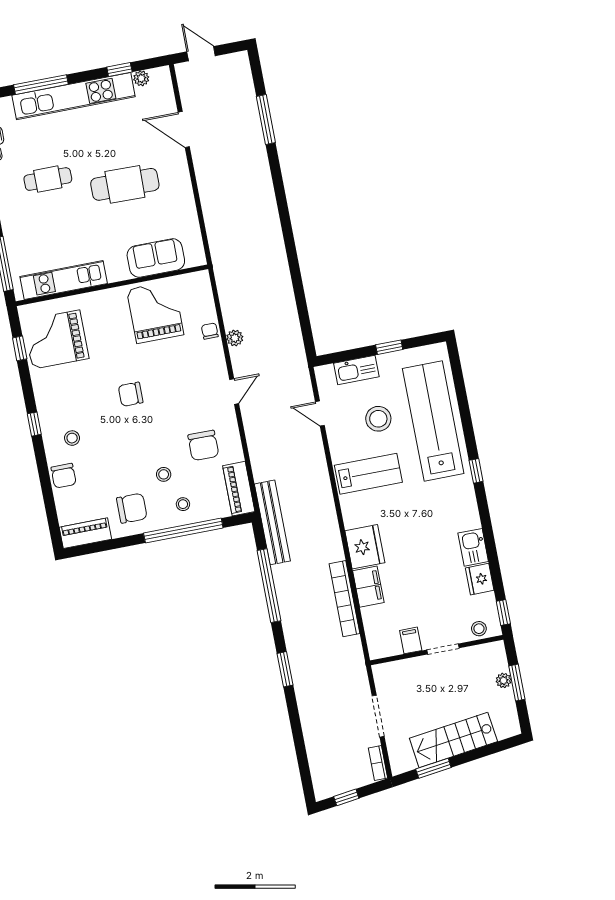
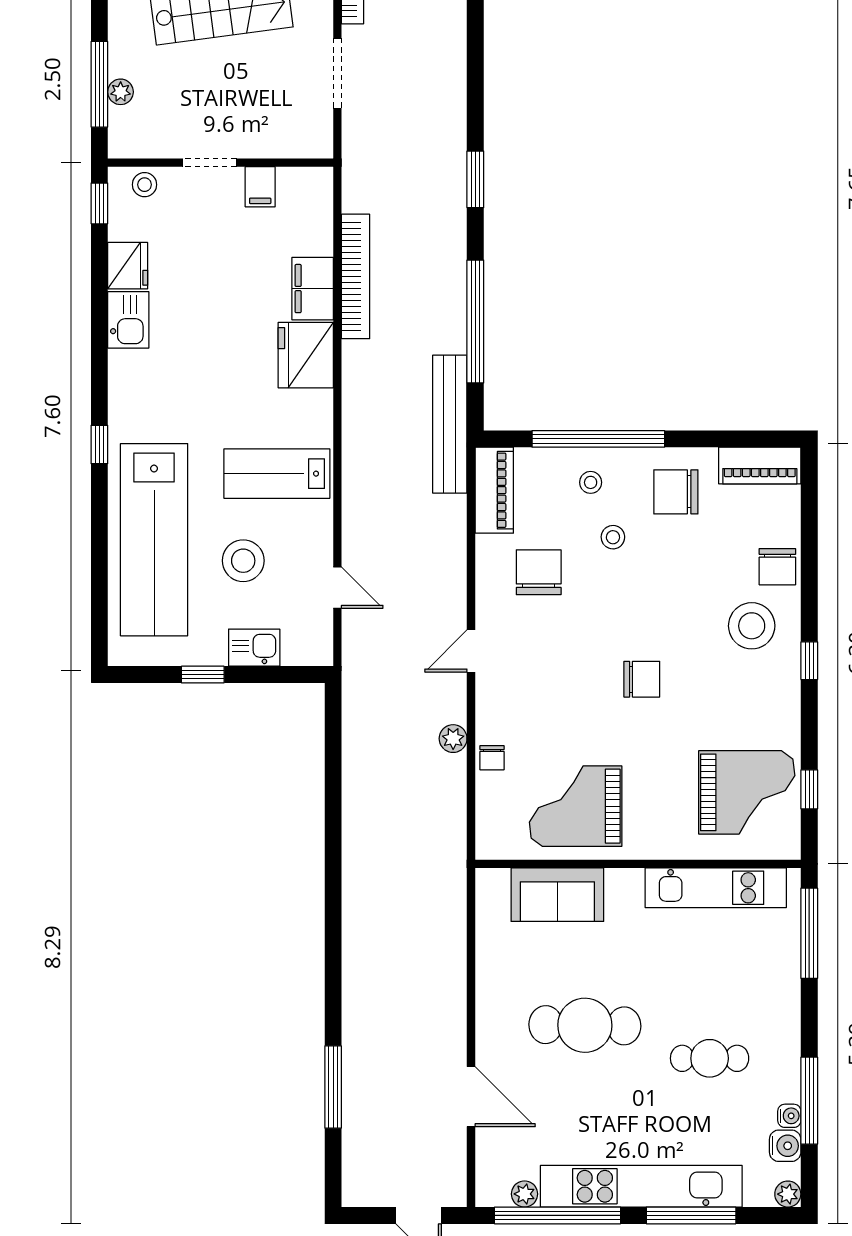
window: (119, 69) -> (557, 1215), width x3.17
grand piano: (155, 312) -> (576, 806), turned 90
kitchen sink: (356, 370) -> (254, 648), width x0.73
stool: (72, 438) -> (752, 626), width x1.89, depth x1.89
chair: (64, 476) -> (777, 567), turned 180
window: (517, 683) -> (99, 84), width x1.44

